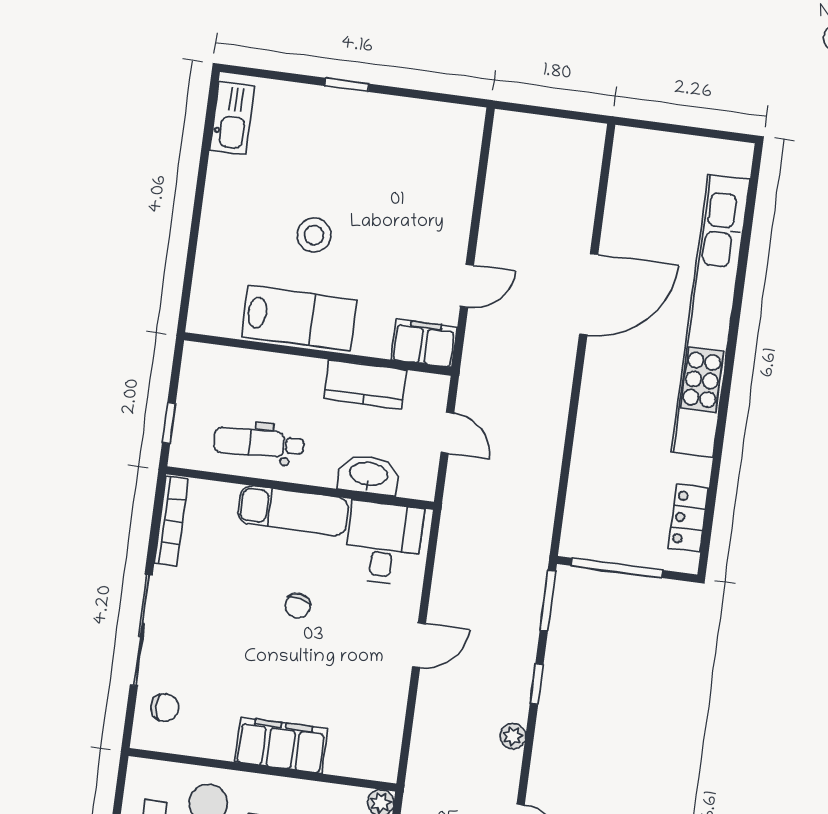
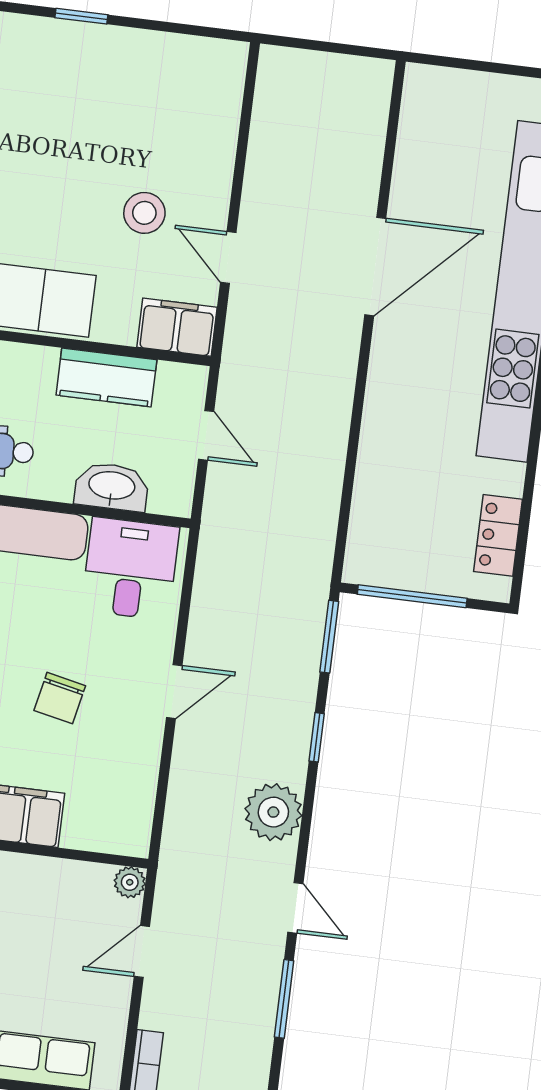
stool: (314, 235) -> (144, 213), moved
door: (467, 286) -> (228, 257), swing flipped
chair: (298, 606) -> (60, 698), moved, width x1.37, depth x1.37
plant: (513, 736) -> (273, 812), width x1.88, depth x1.88

